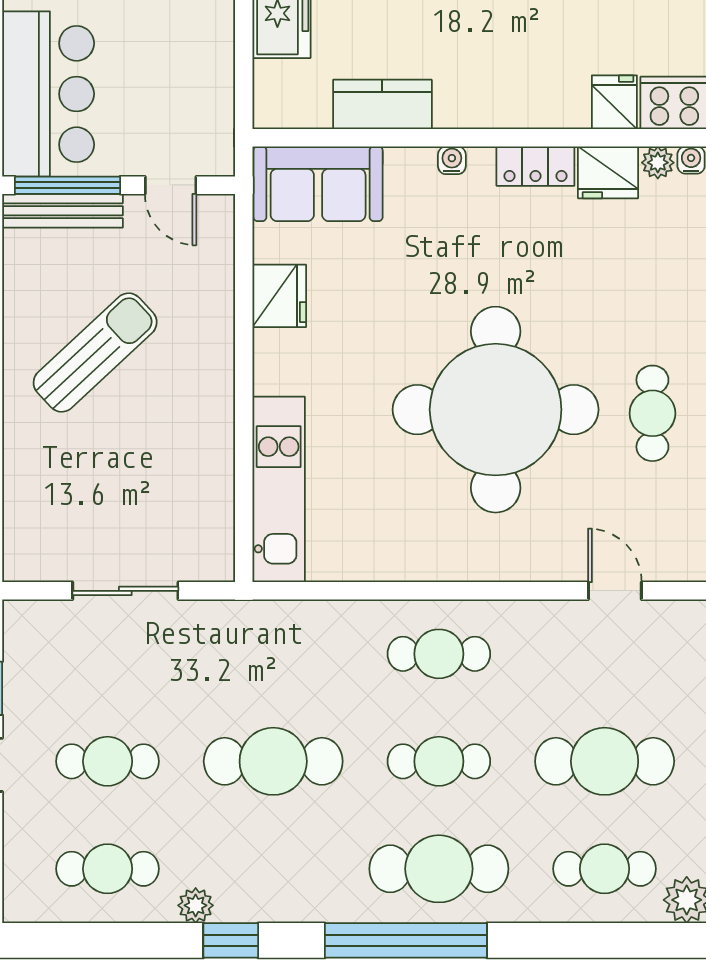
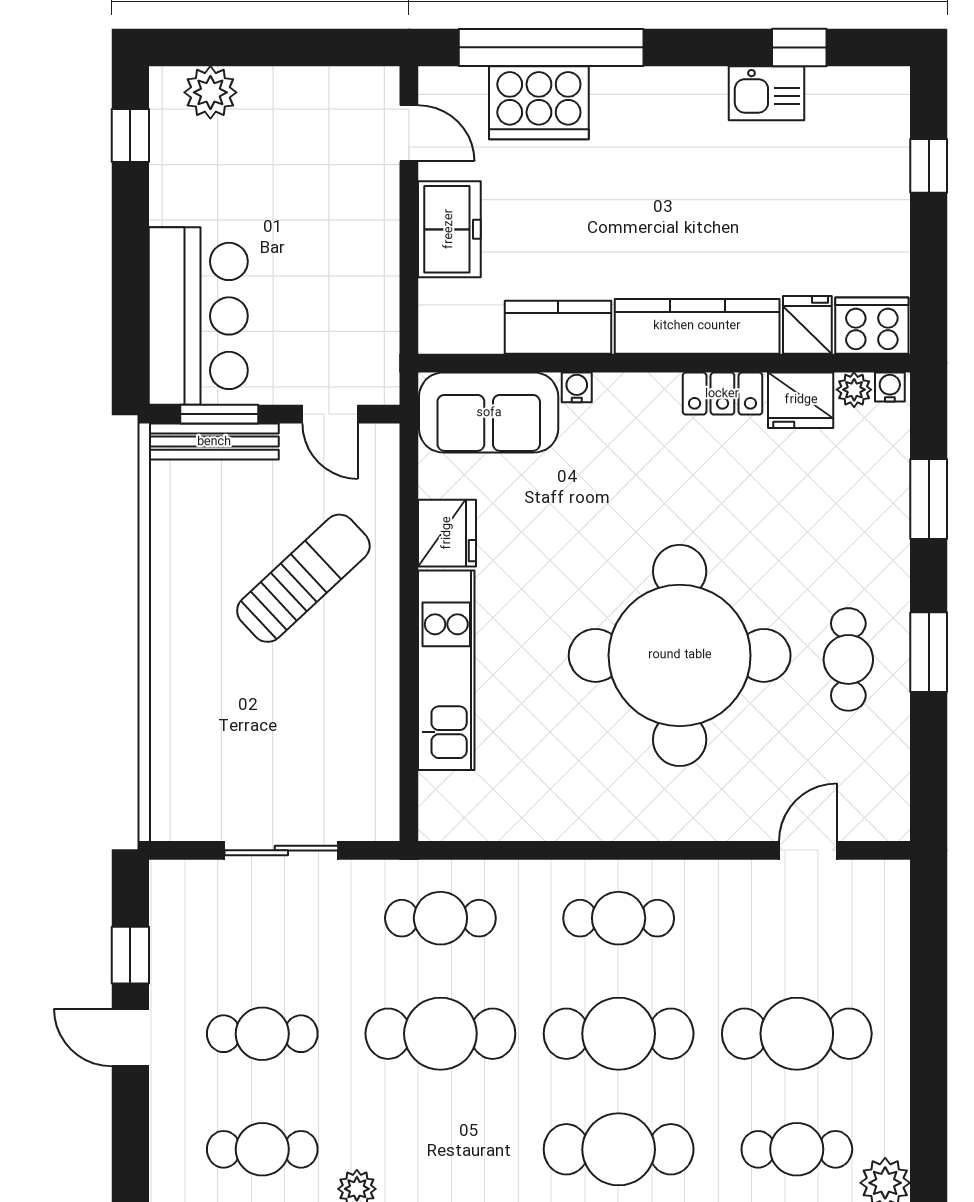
kitchen counter: (512, 104) -> (697, 326), added
water cooler: (452, 160) -> (577, 387), moved
window: (68, 185) -> (219, 414), width x0.69
sun lounger: (95, 352) -> (303, 578), moved
kitchen unit: (279, 489) -> (446, 670), moved
door: (615, 591) -> (808, 850), hinge flipped
cafe table: (273, 654) -> (440, 918), added
cafe table: (439, 761) -> (619, 1034), width x1.37, depth x1.35

